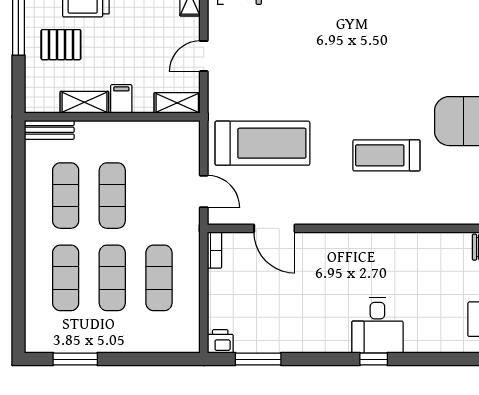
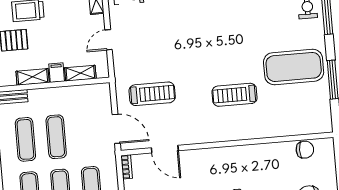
shelving: (177, 103) -> (80, 73), moved
treadmill: (262, 143) -> (152, 94), width x0.73, depth x0.73
door: (204, 191) -> (116, 129), width x1.38

